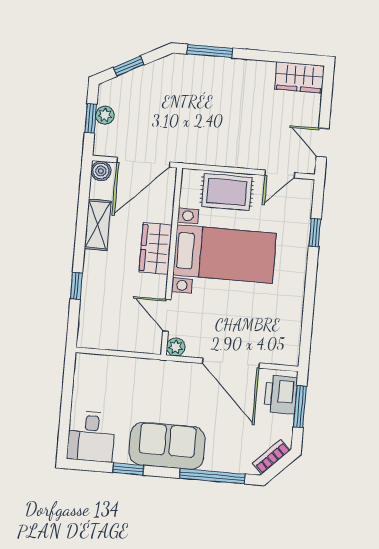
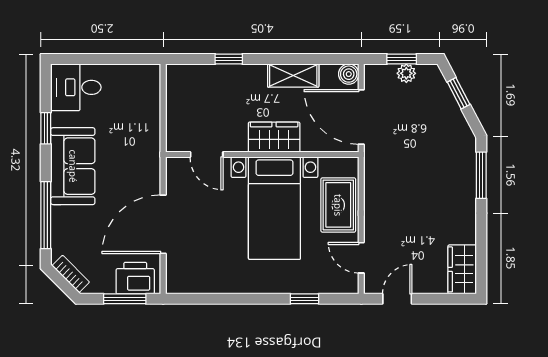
door: (167, 315) -> (207, 154), swing flipped
plant: (176, 347) -> (175, 166), removed

